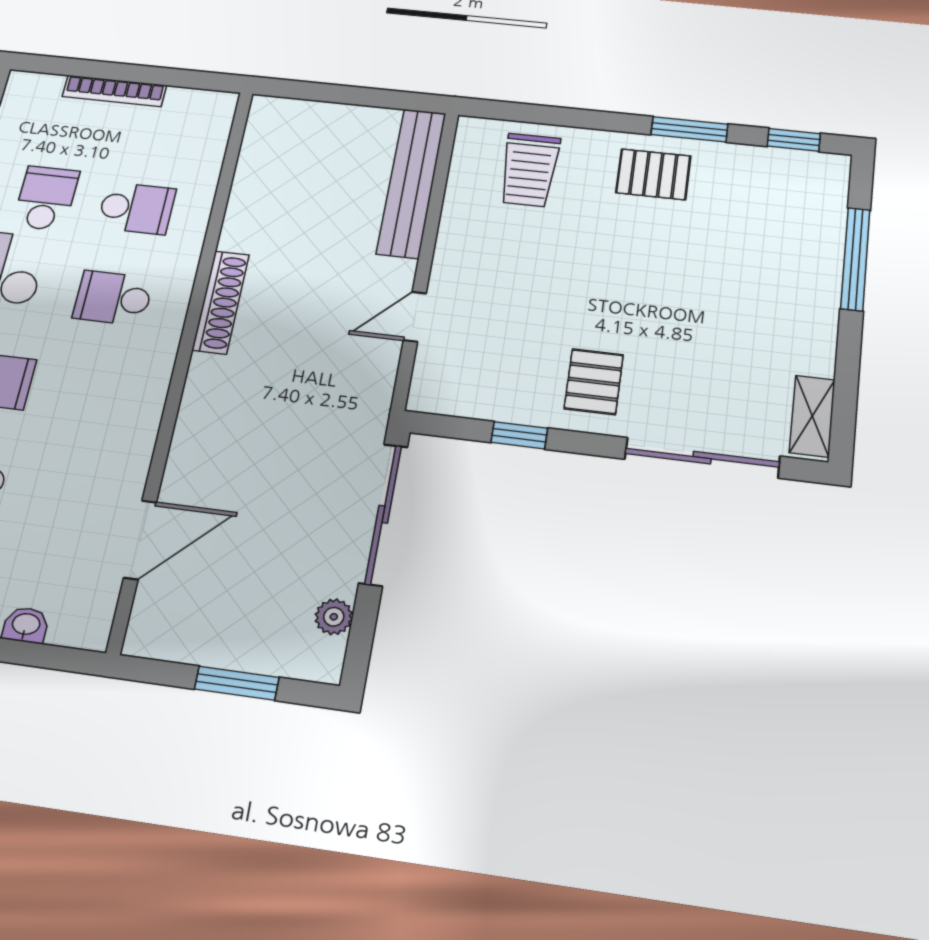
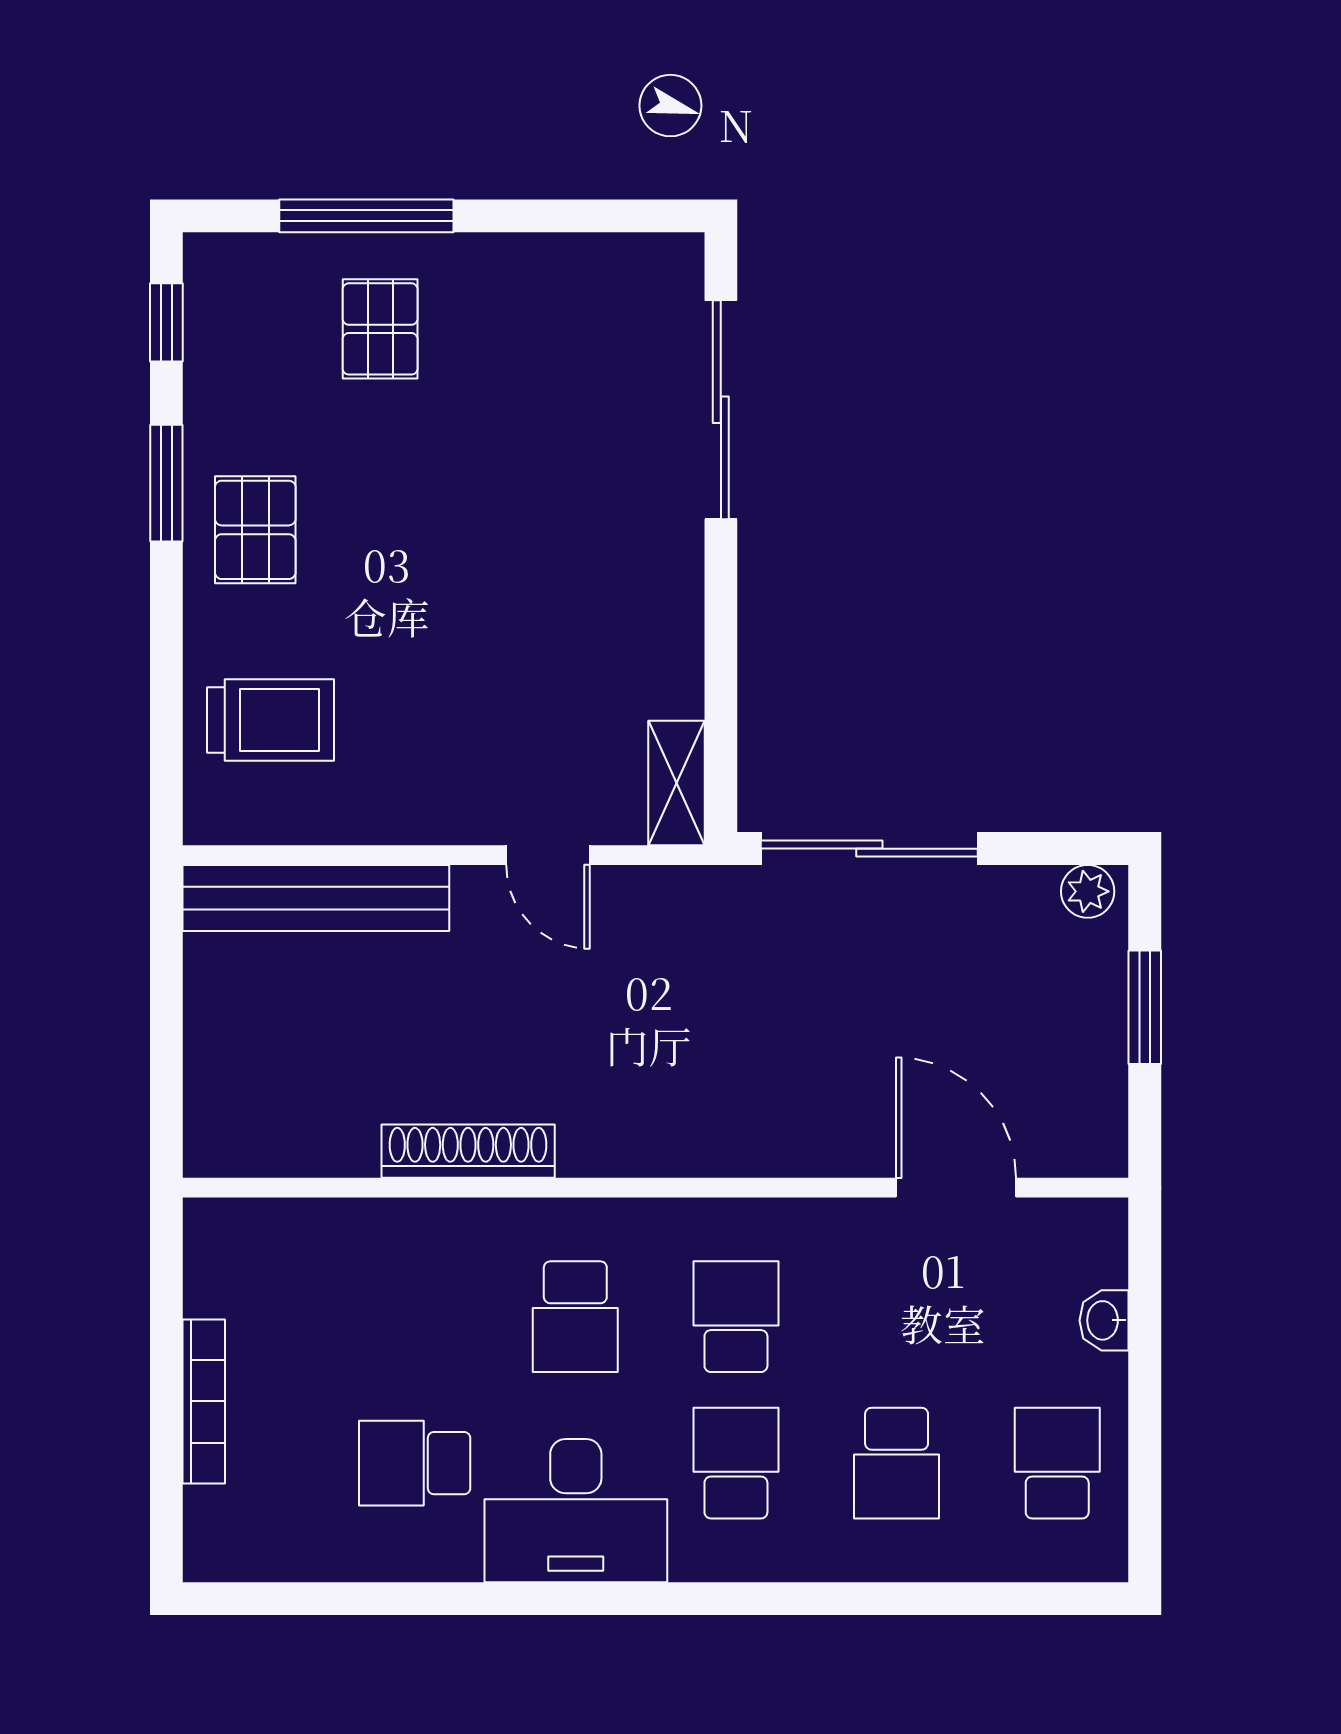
school desk: (136, 208) -> (736, 1317), moved
shoe rack: (221, 302) -> (468, 1151), moved
pallet: (594, 382) -> (380, 329), moved, turned 90
shelving: (812, 416) -> (676, 783), moved, turned 90
window: (519, 435) -> (721, 673), removed
plant: (334, 617) -> (1088, 891), moved

